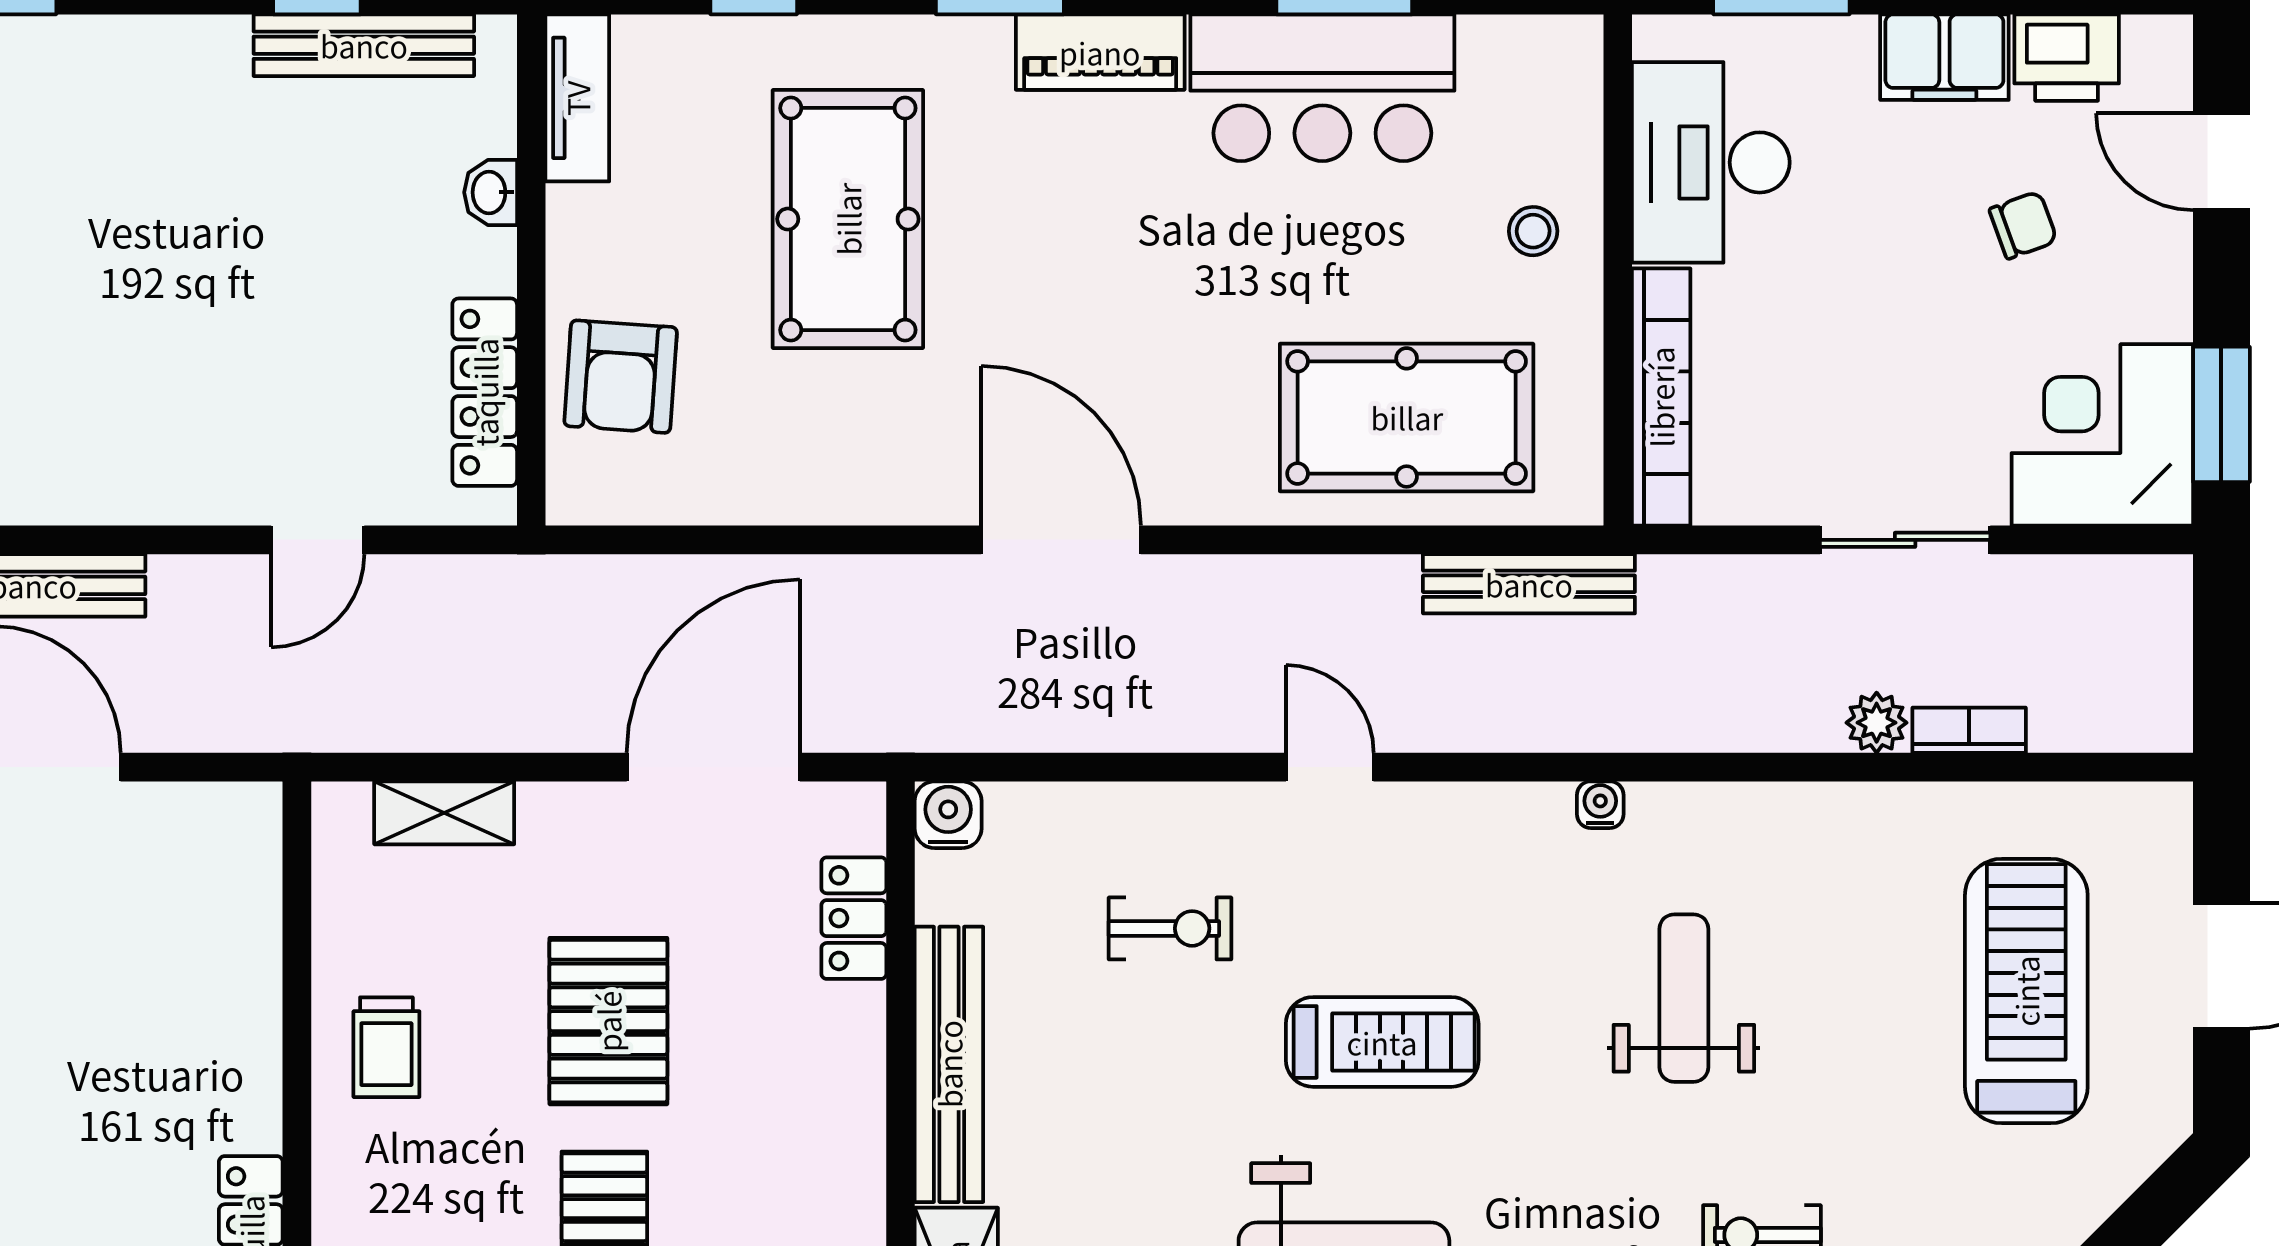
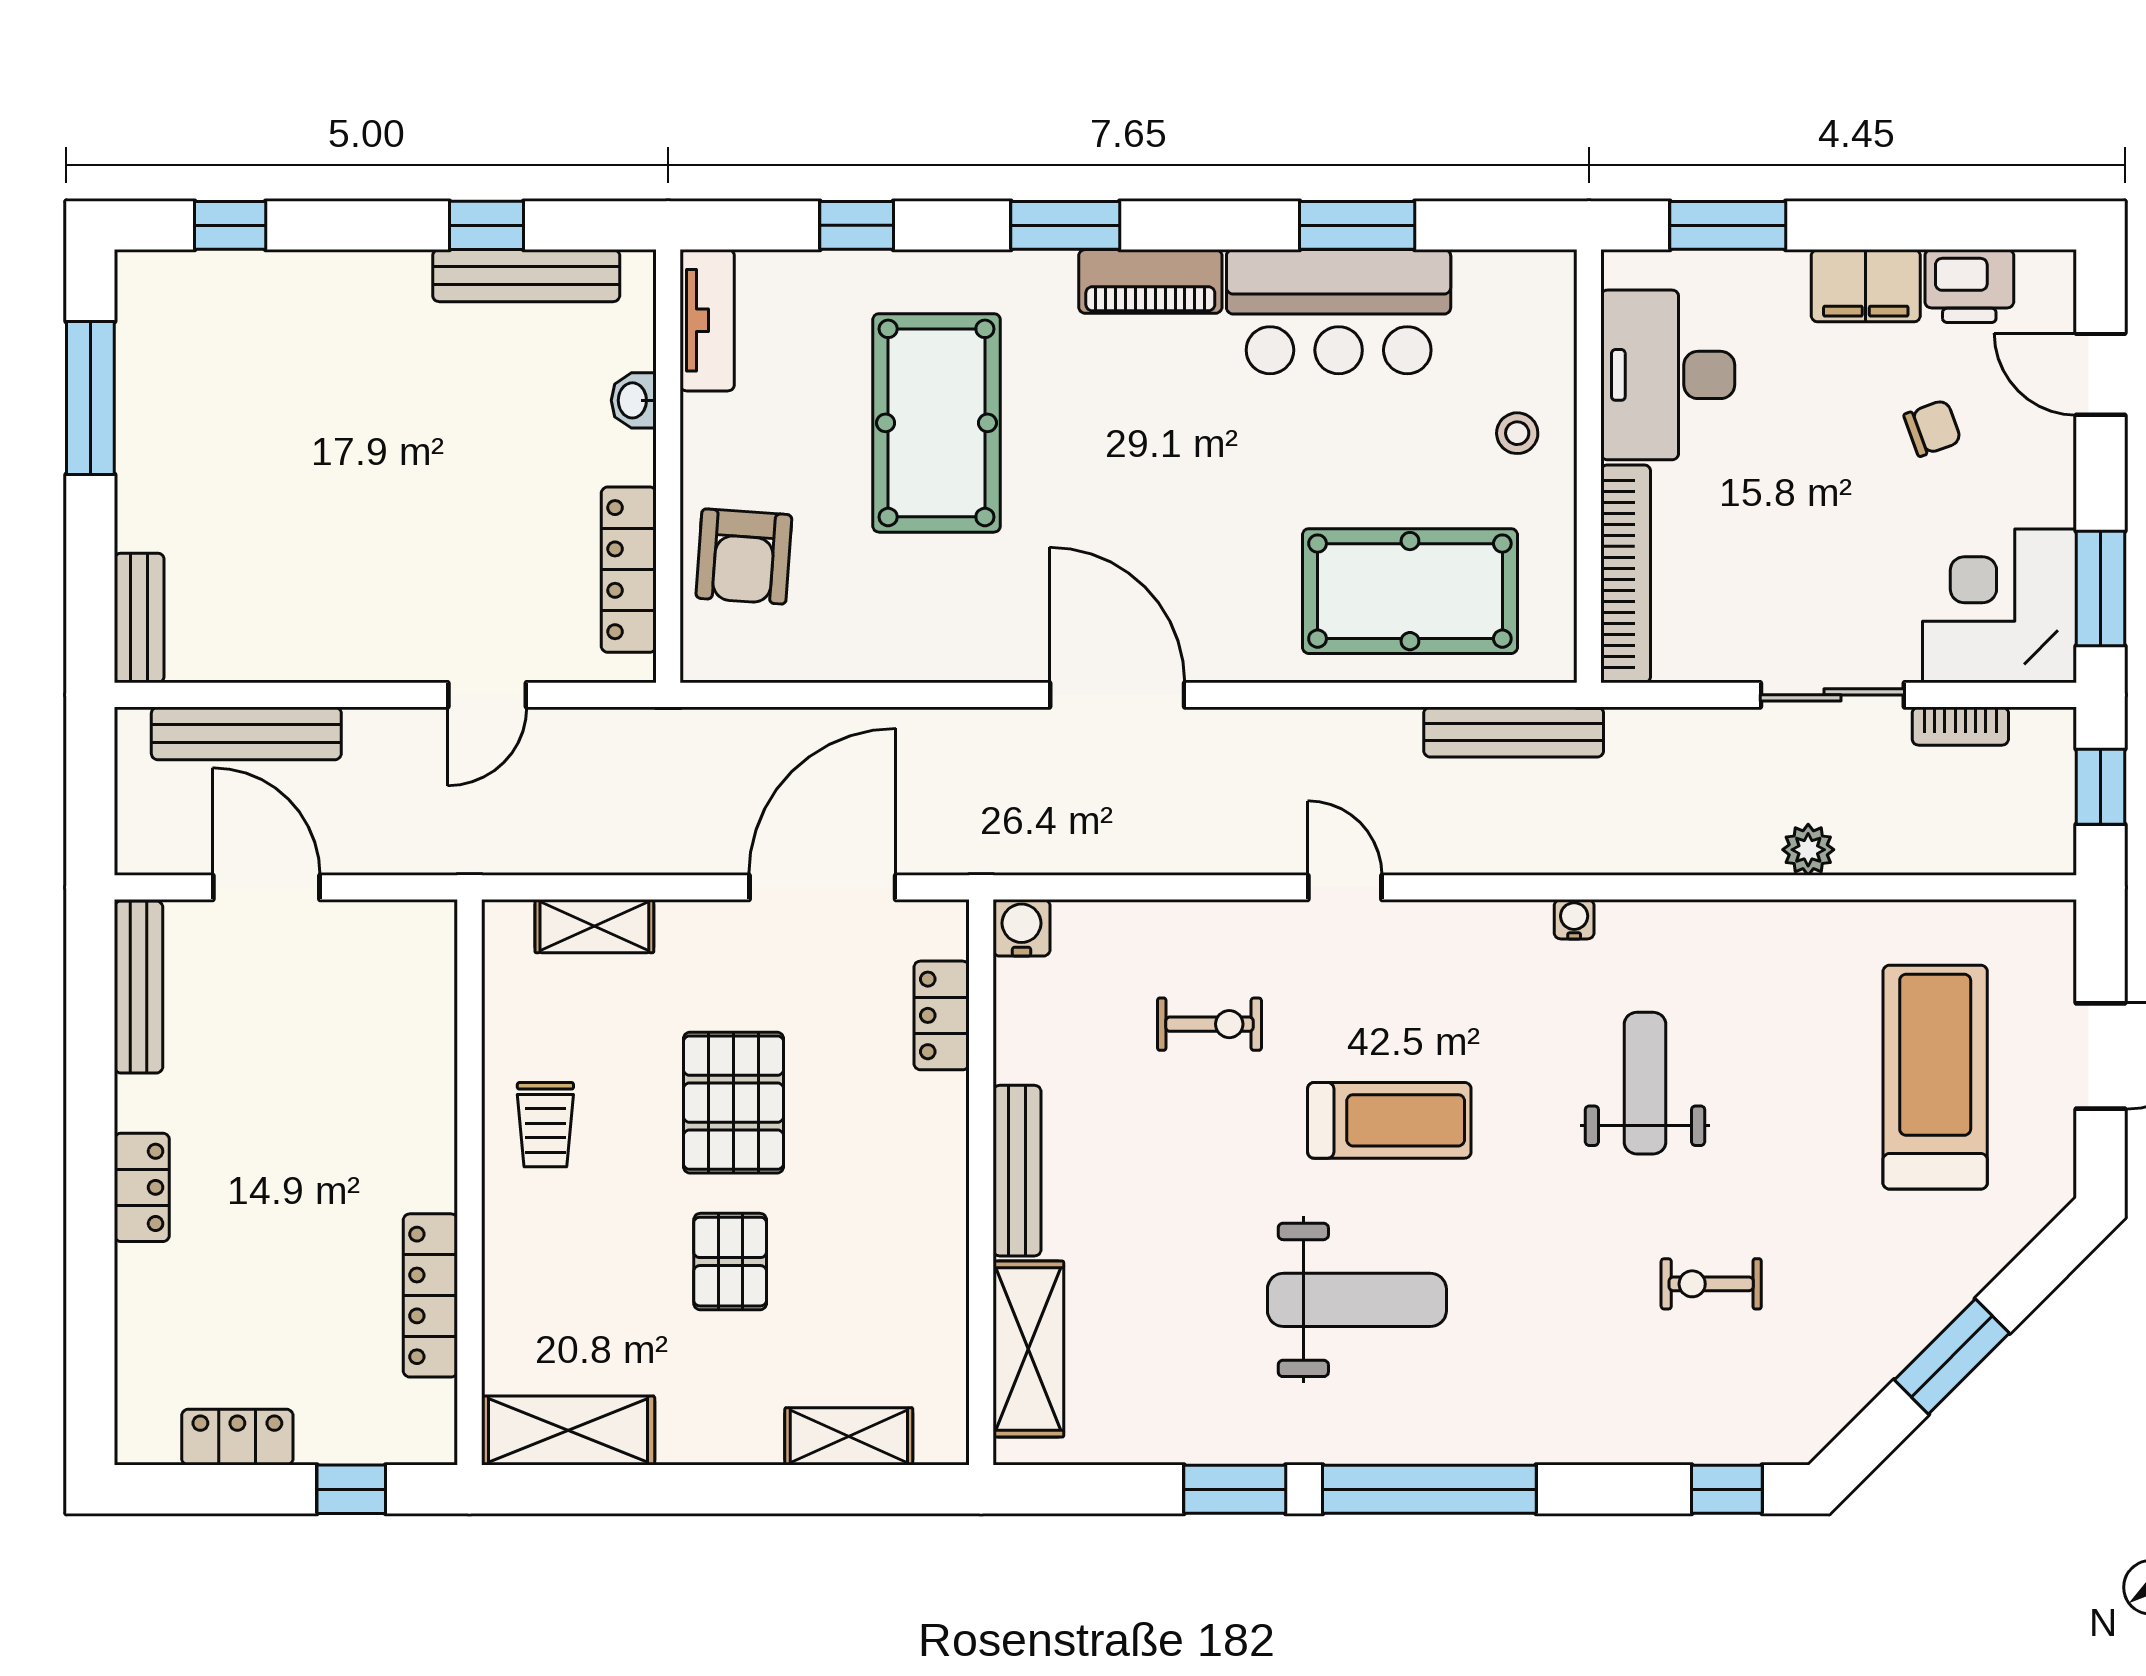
window: (2221, 648) -> (2101, 787), added
bookcase: (1969, 730) -> (1960, 726), moved, turned 180
bench: (949, 1064) -> (1017, 1171), width x0.73, depth x0.82

